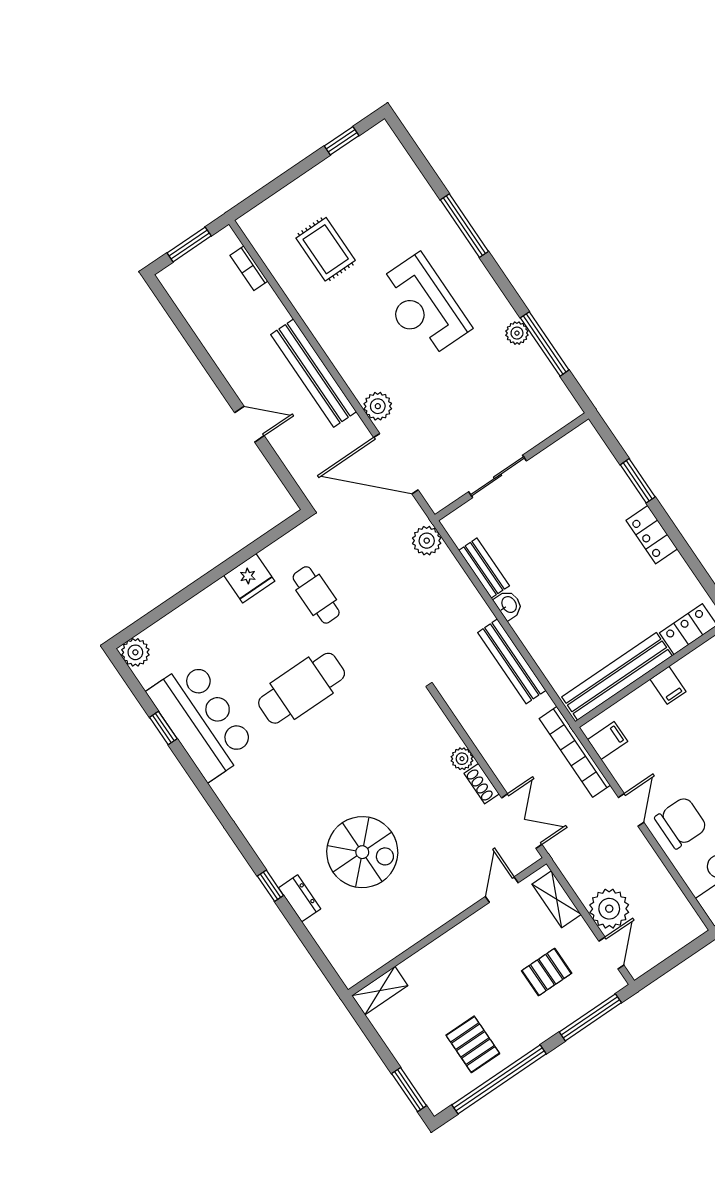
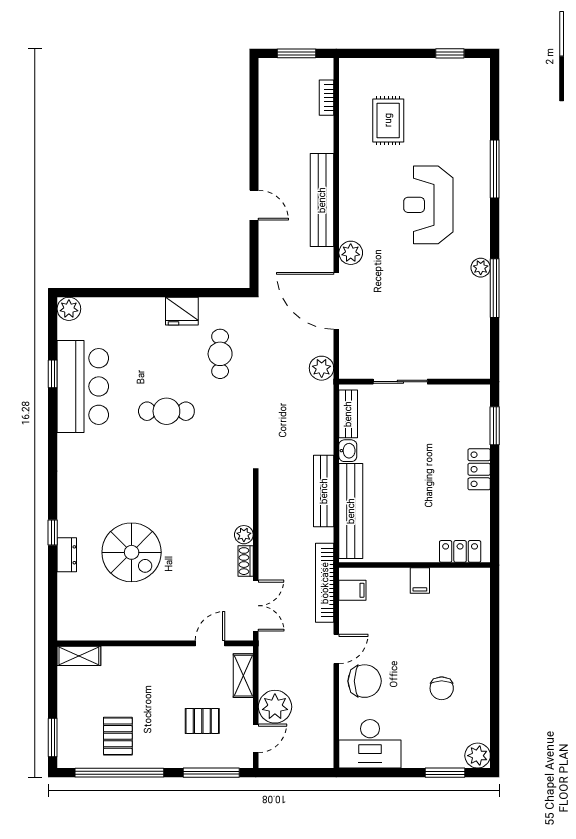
wall: (512, 467) -> (415, 382), moved
sliding door: (498, 476) -> (400, 382), moved
bench: (617, 676) -> (351, 511), moved, turned 90
cafe table: (302, 688) -> (166, 411), width x0.73, depth x0.74

